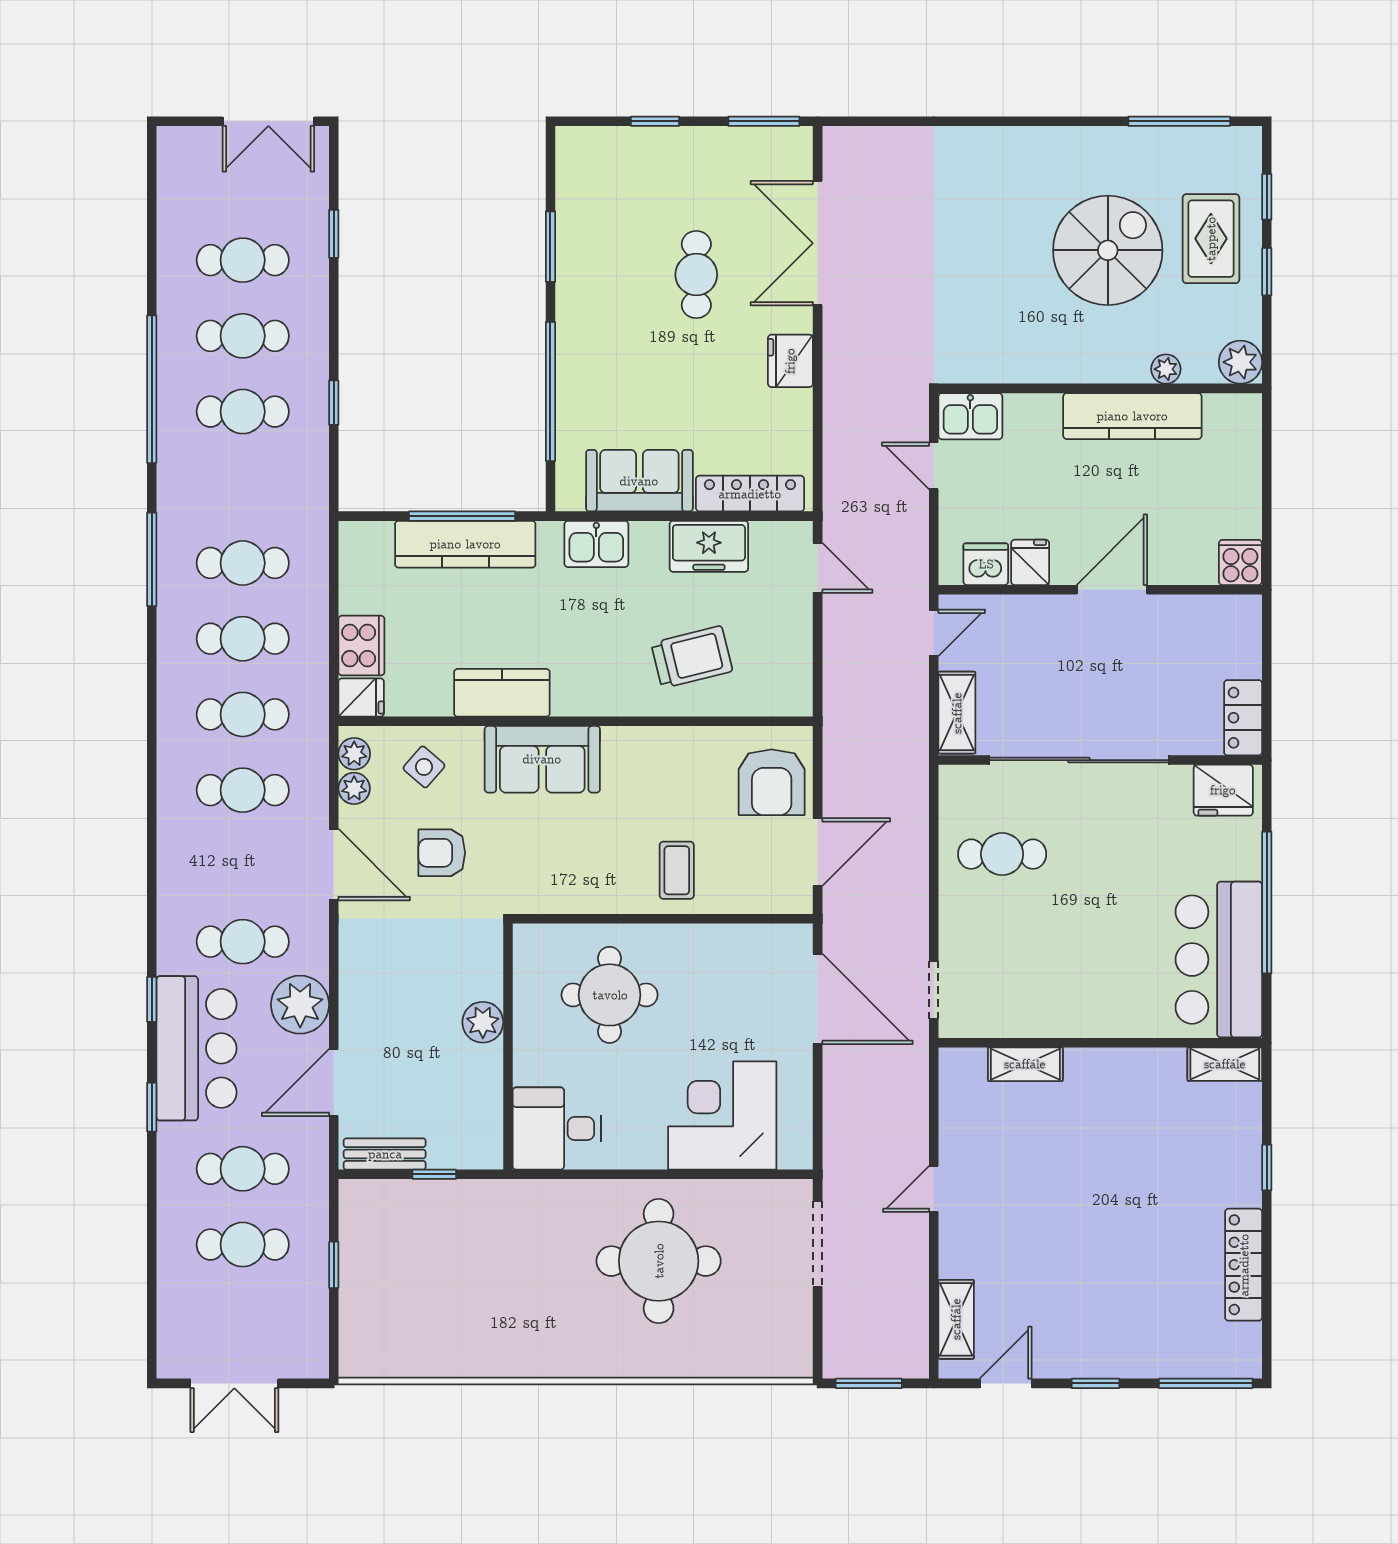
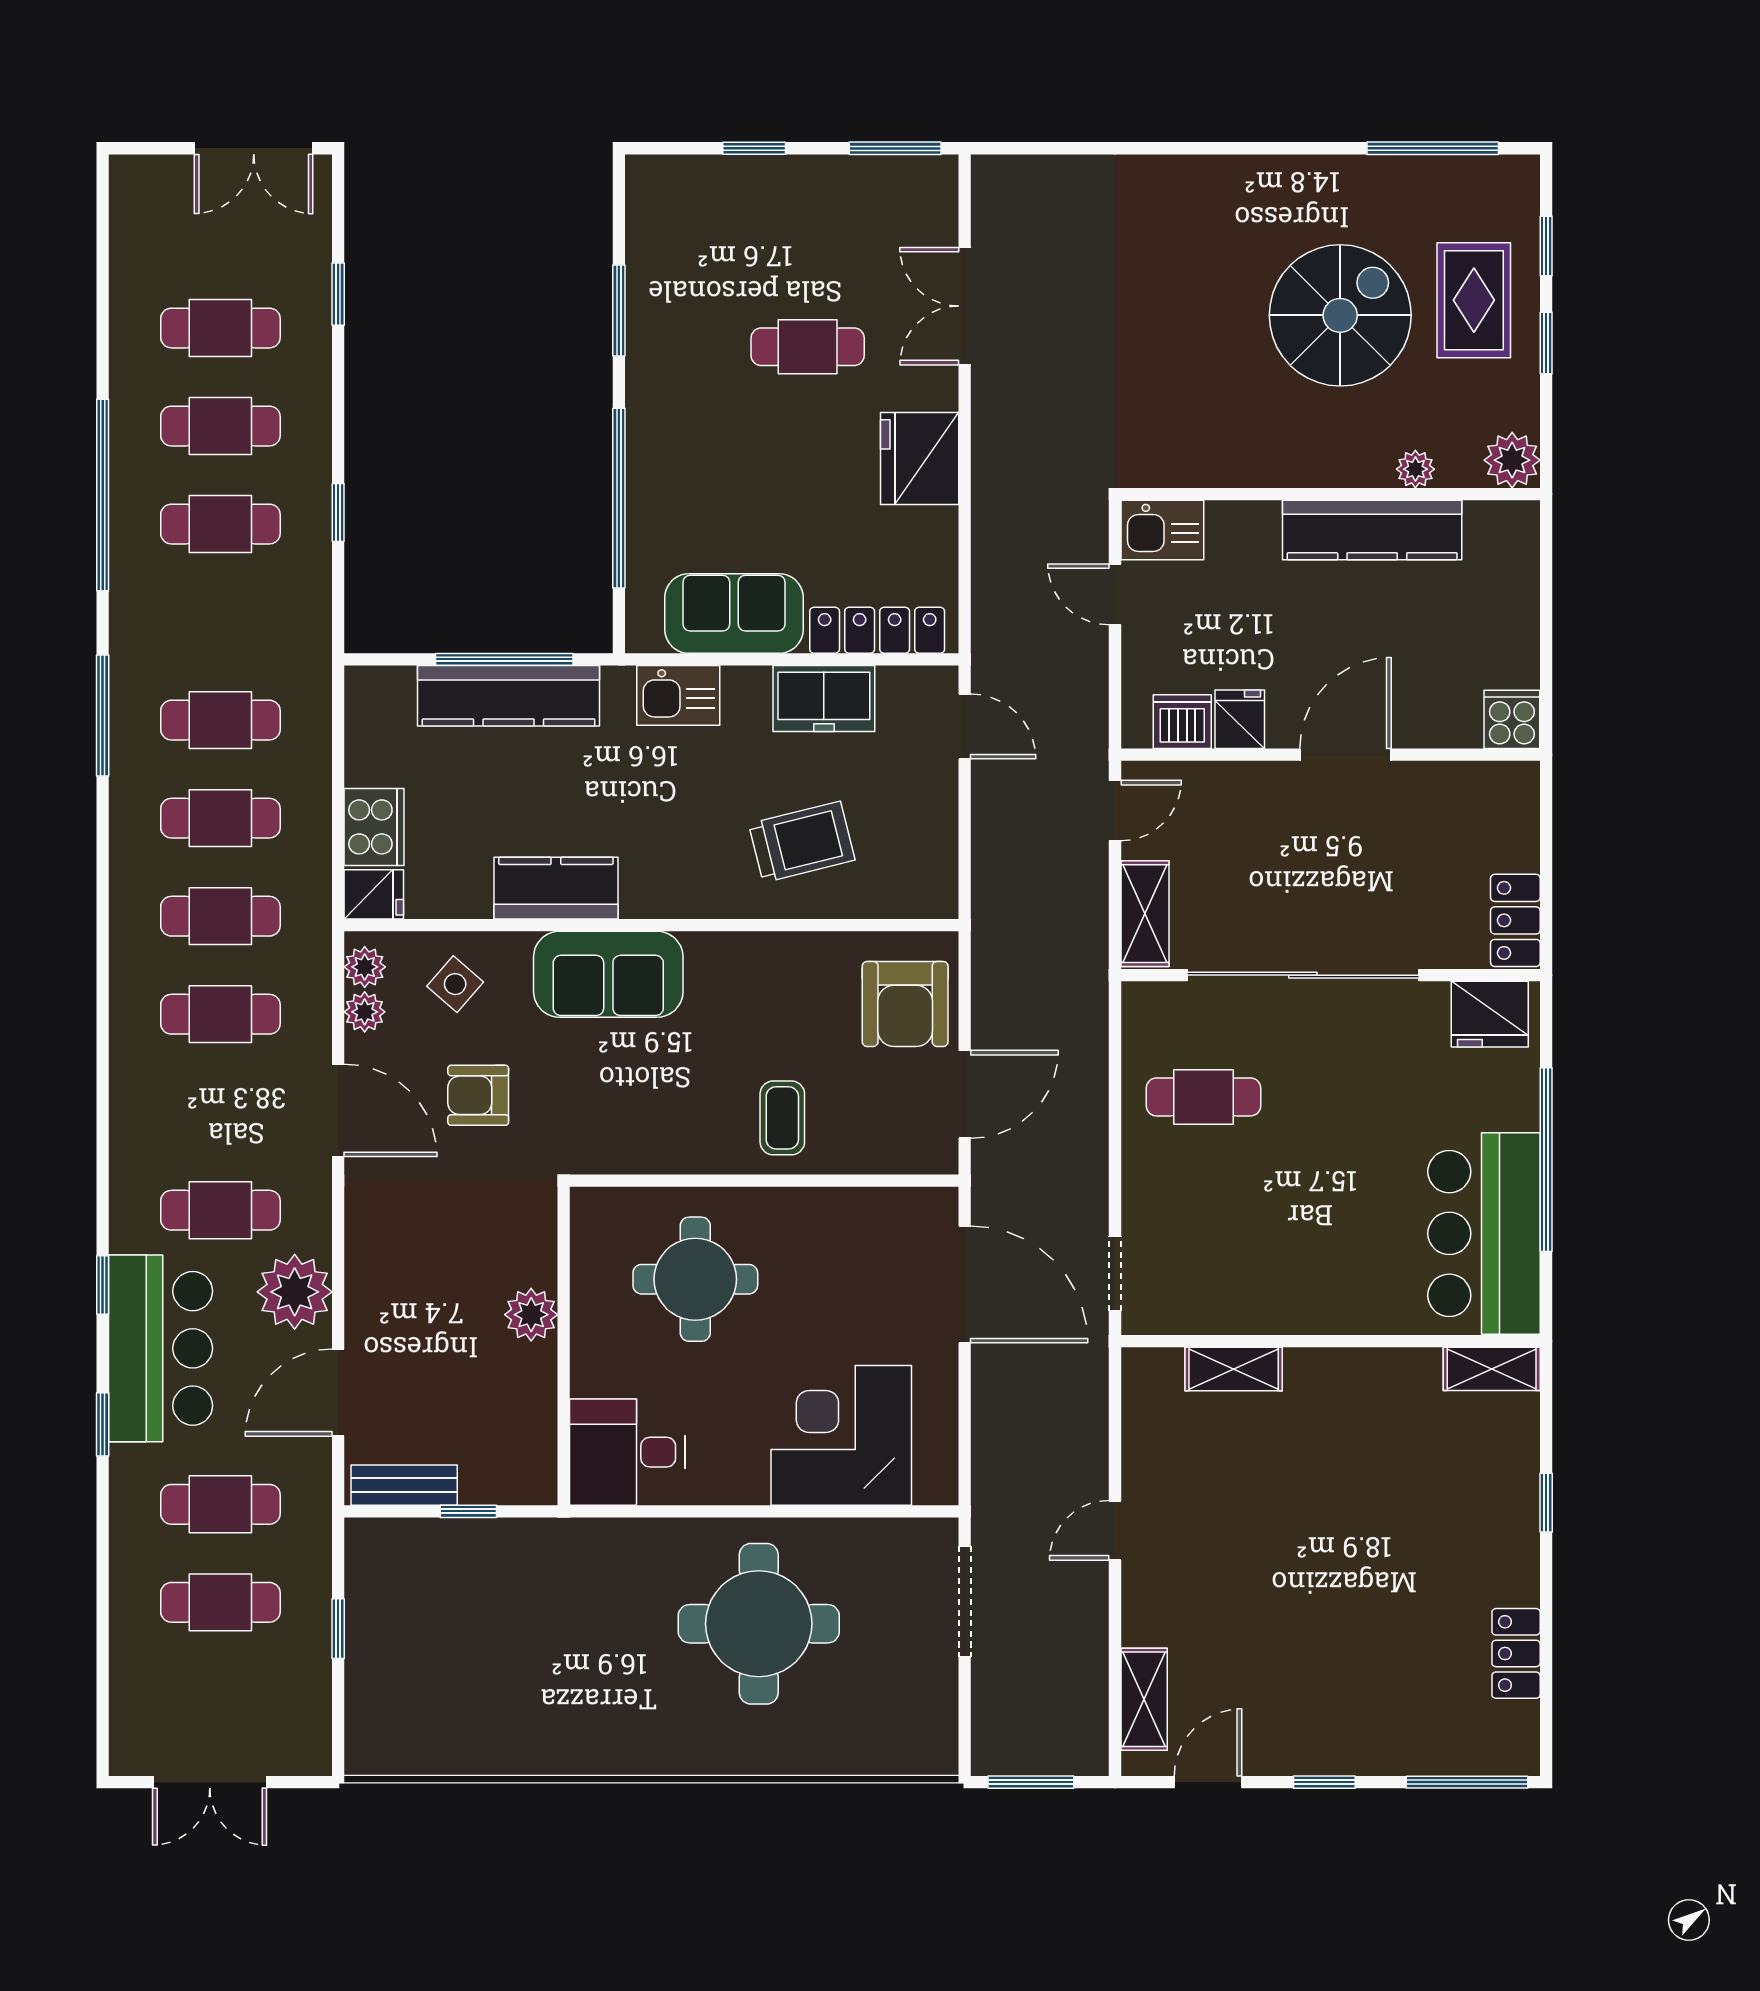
double door: (818, 243) -> (965, 306), width x0.73
cafe table: (696, 275) -> (808, 347), turned 90
fridge: (790, 361) -> (920, 458), width x1.36, depth x1.34
locker: (1244, 1265) -> (1516, 1653), width x0.66

